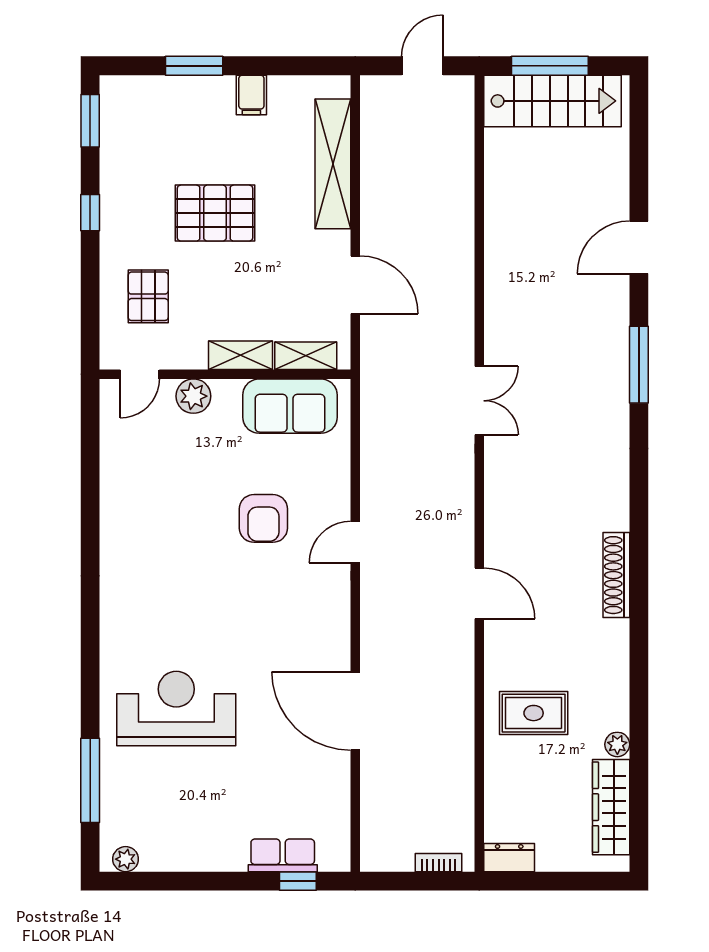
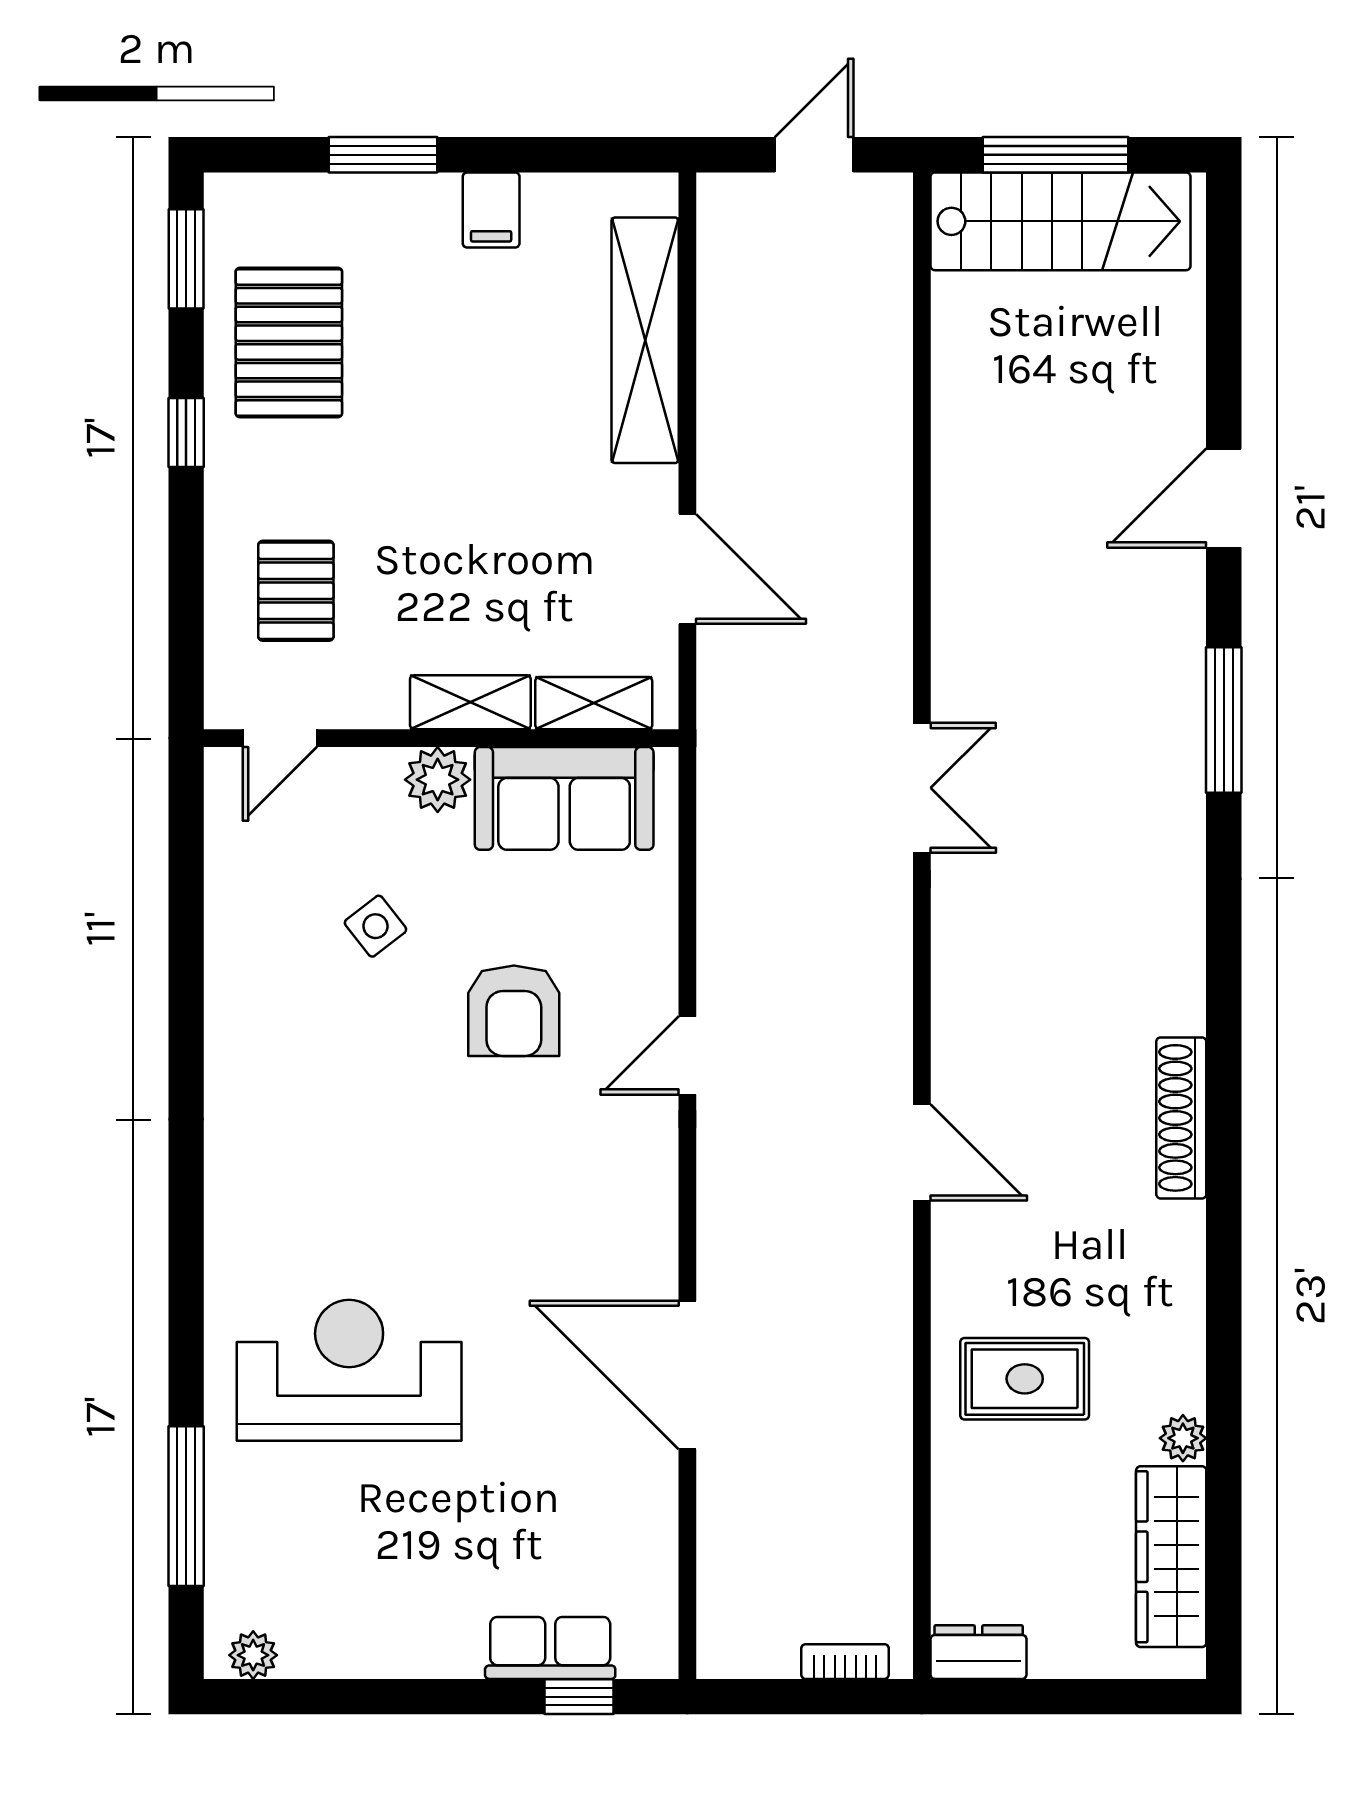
pallet: (215, 213) -> (289, 343), moved, turned 90
plant: (193, 396) -> (438, 780), moved
side table: (190, 474) -> (375, 926), added

